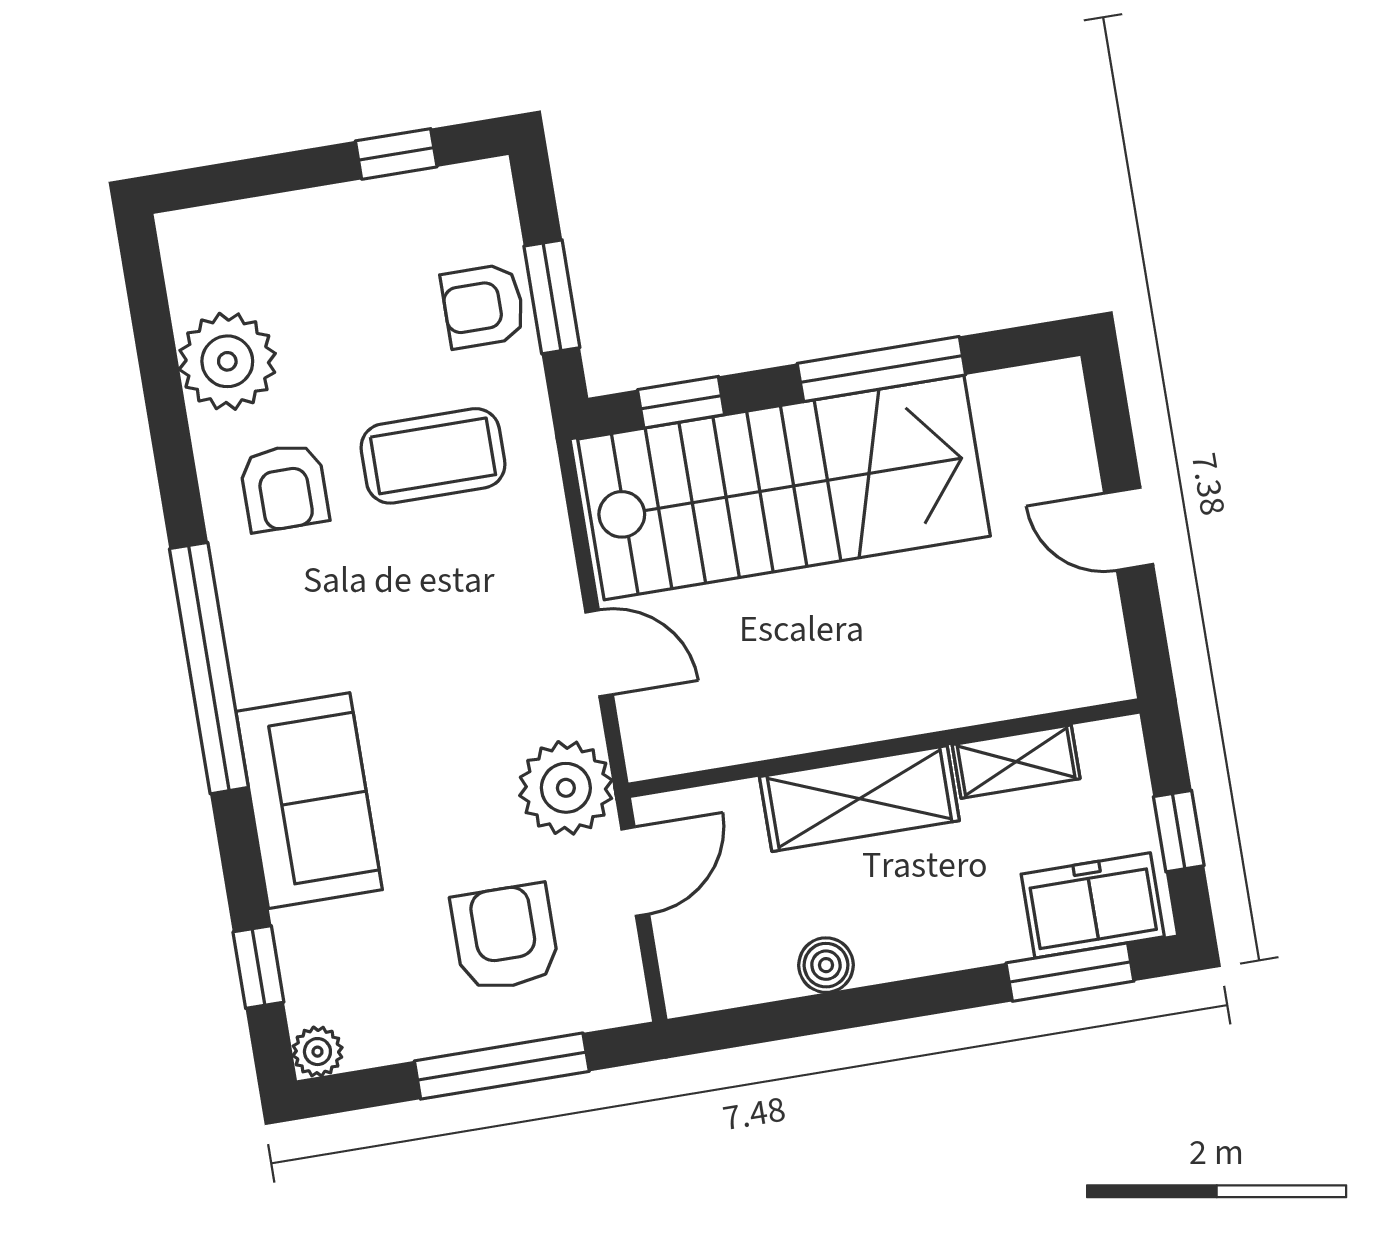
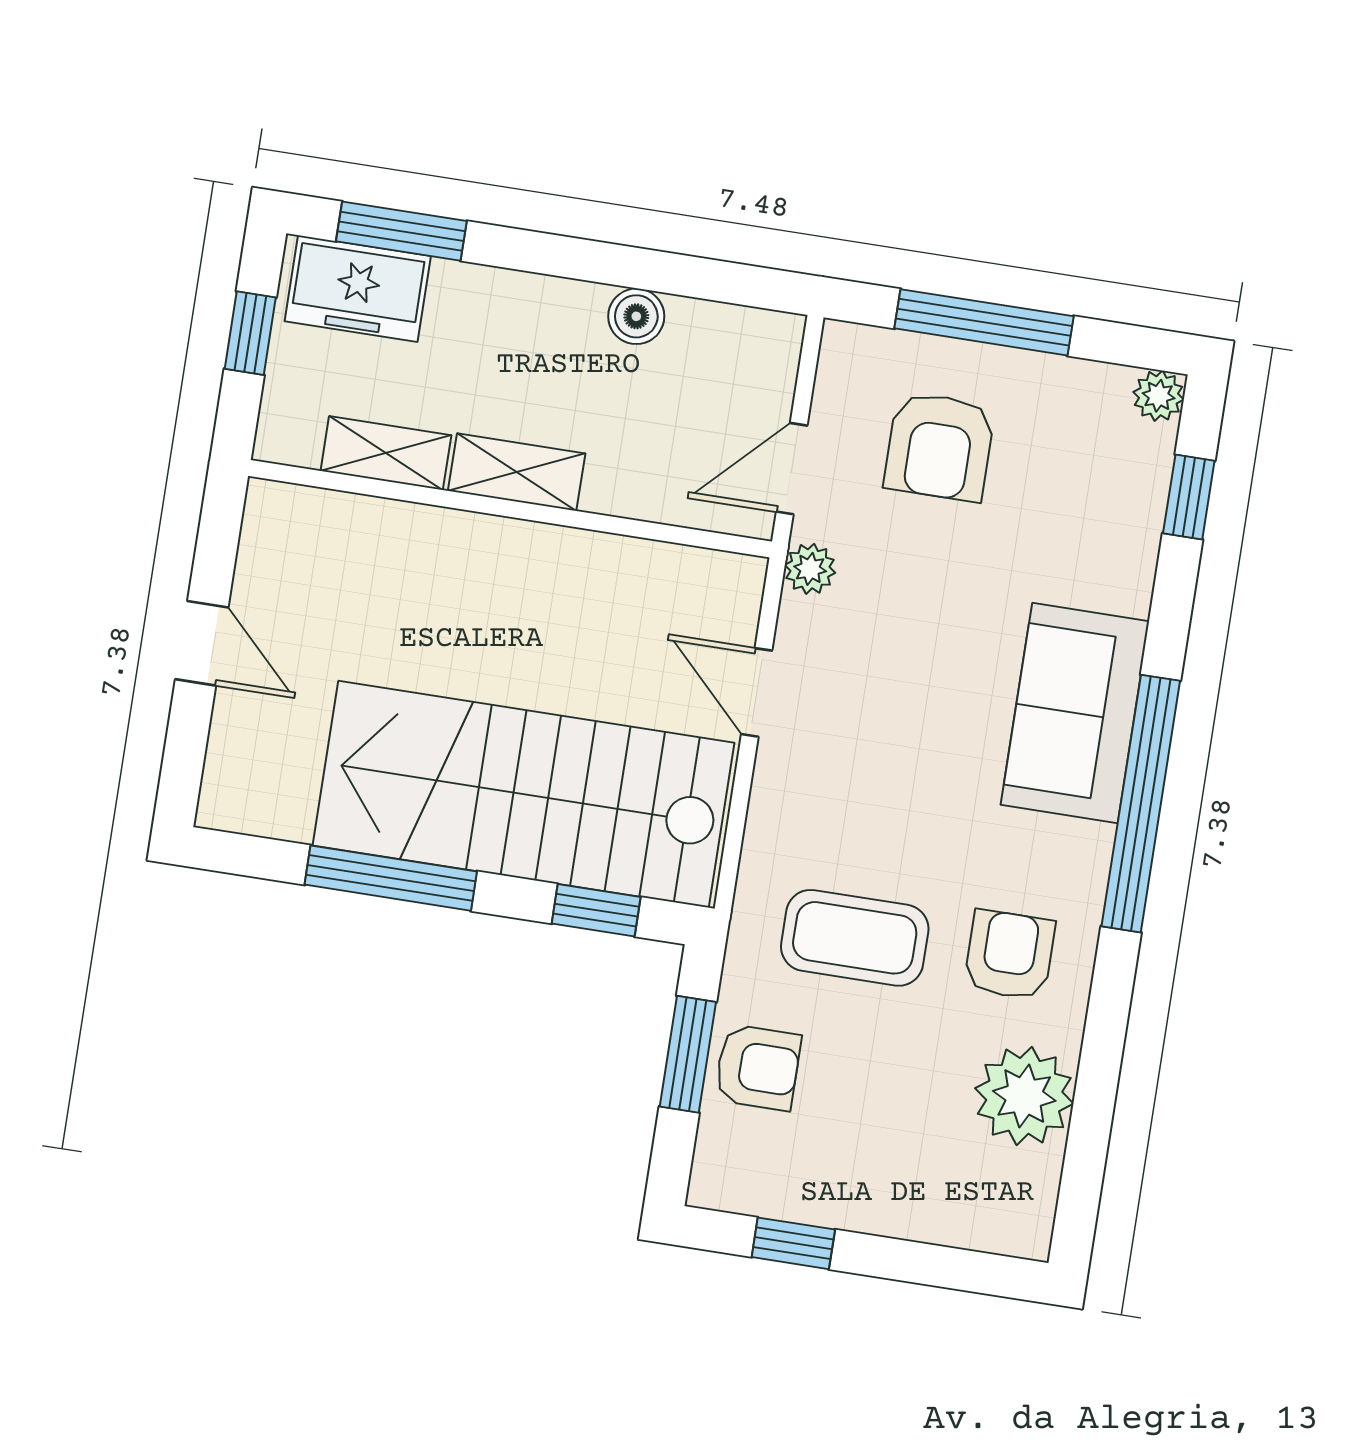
plant: (566, 788) -> (810, 569), width x0.53, depth x0.53
shelving: (859, 799) -> (517, 472), width x0.67, depth x0.75
sofa: (309, 801) -> (1075, 713), moved

